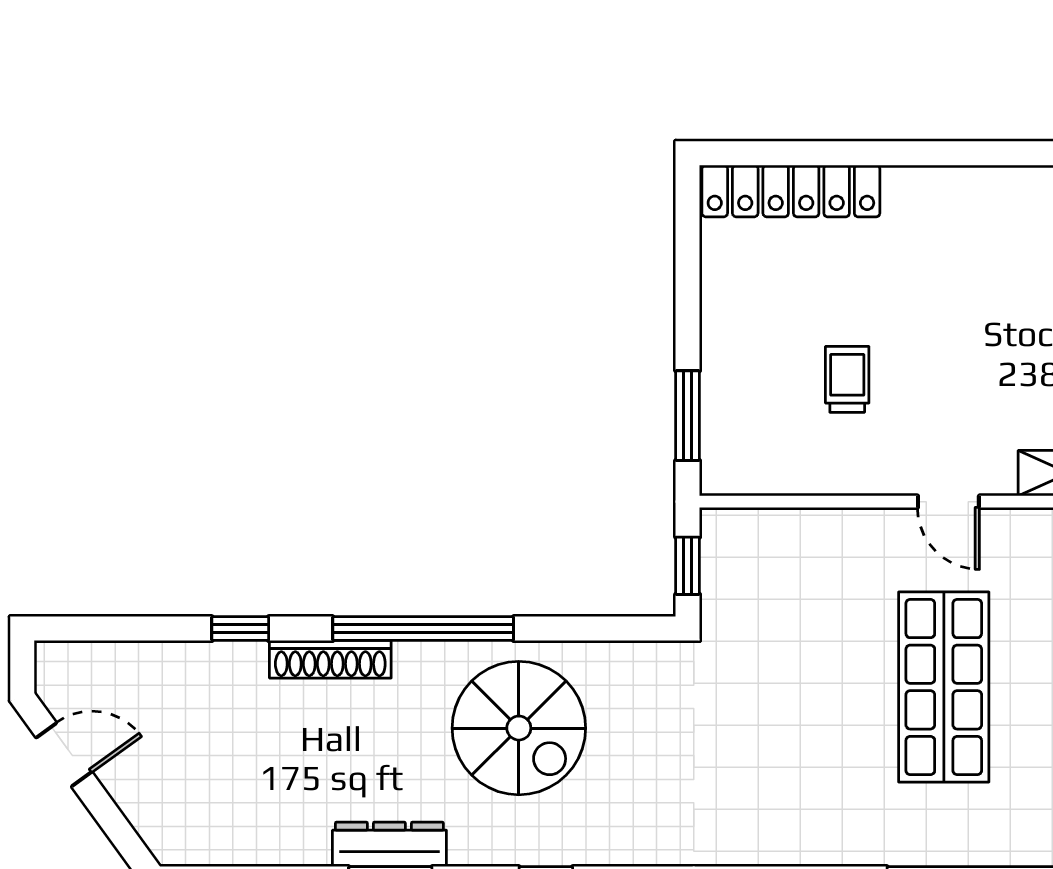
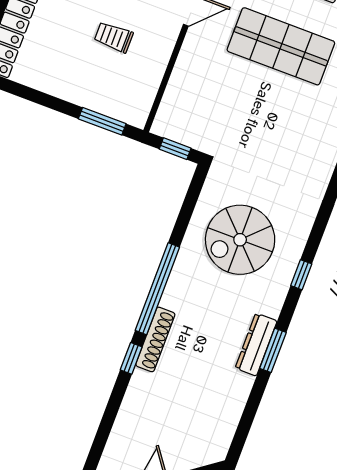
window: (240, 629) -> (131, 358), moved
spiral stairs: (519, 728) -> (240, 240), moved, turned 180

